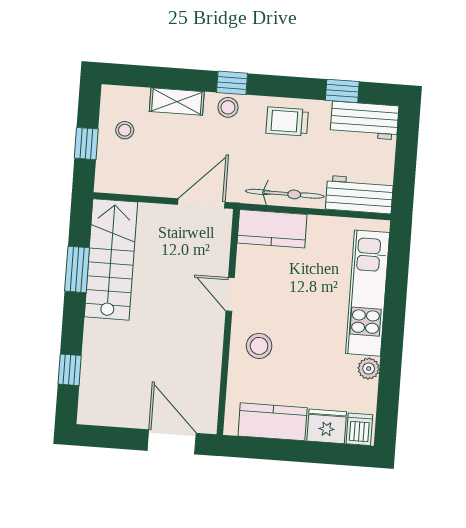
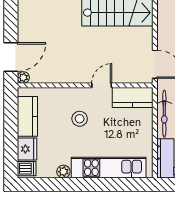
kitchen counter: (272, 229) -> (133, 97), moved, turned -90
stool: (259, 346) -> (80, 119), moved
plant: (207, 424) -> (23, 78), added

